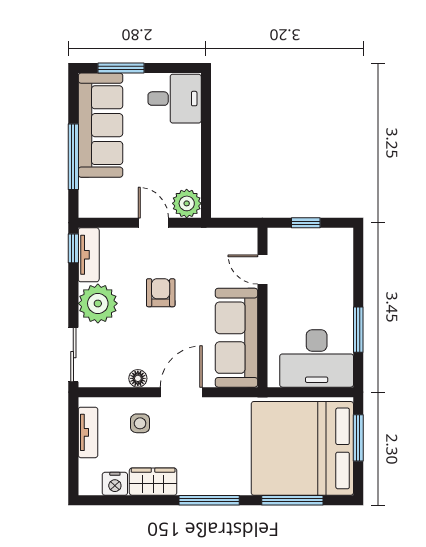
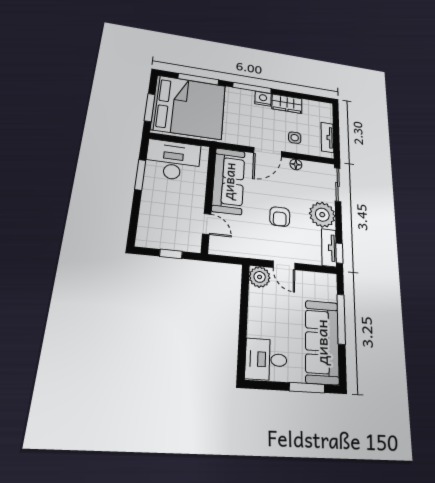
nightstand: (115, 484) -> (263, 99), moved

